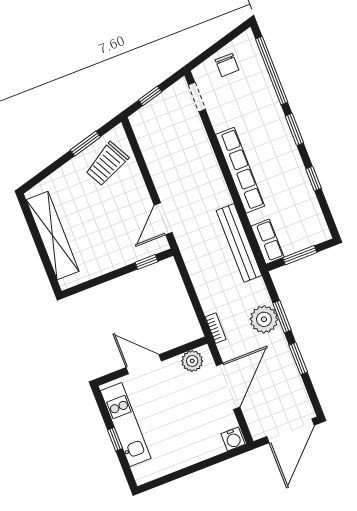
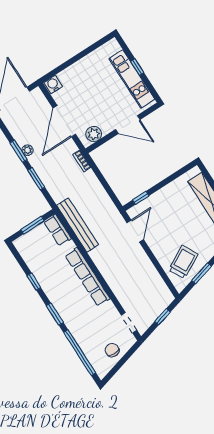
plant: (264, 319) -> (27, 150), moved, width x0.53, depth x0.53

